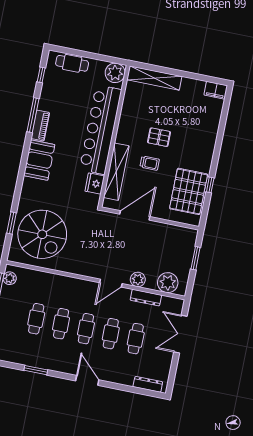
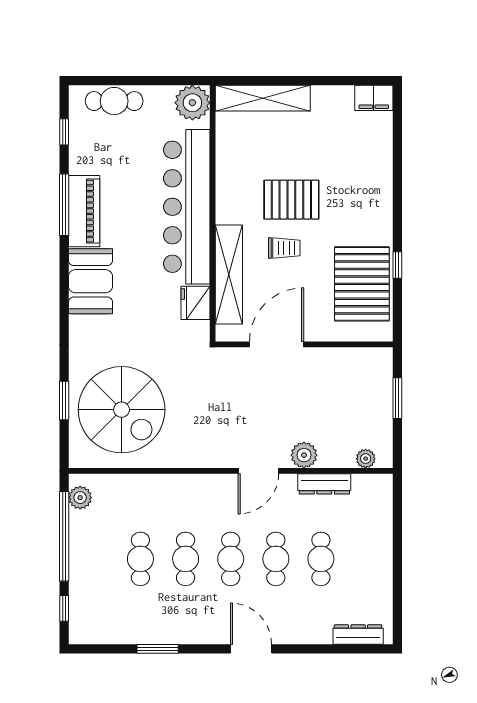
piano: (40, 126) -> (84, 211), width x1.37, depth x1.33
pallet: (159, 137) -> (291, 200), width x1.50, depth x1.42
plant: (168, 283) -> (366, 459), width x0.53, depth x0.53
double door: (180, 334) -> (397, 536), removed

